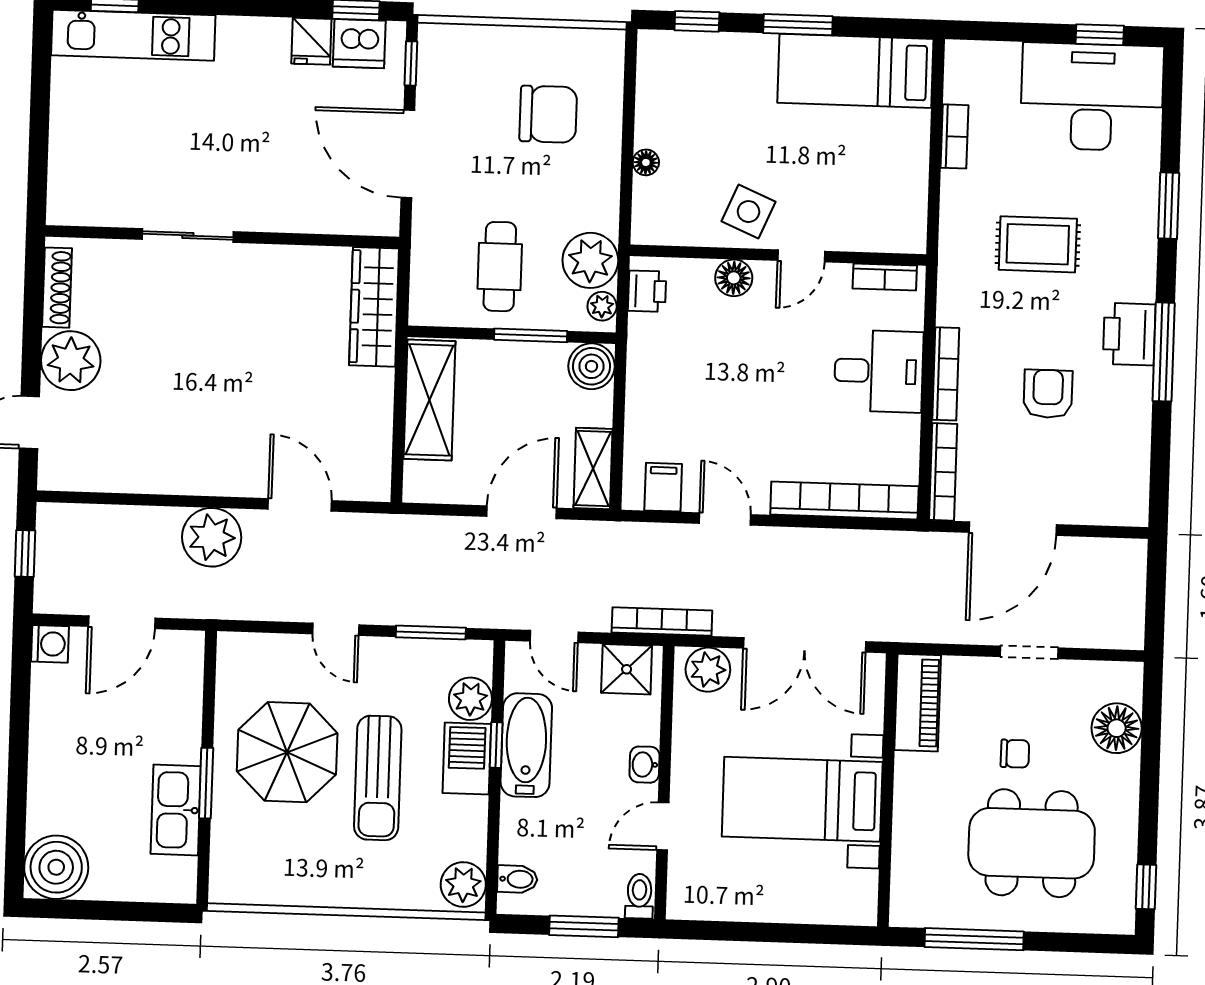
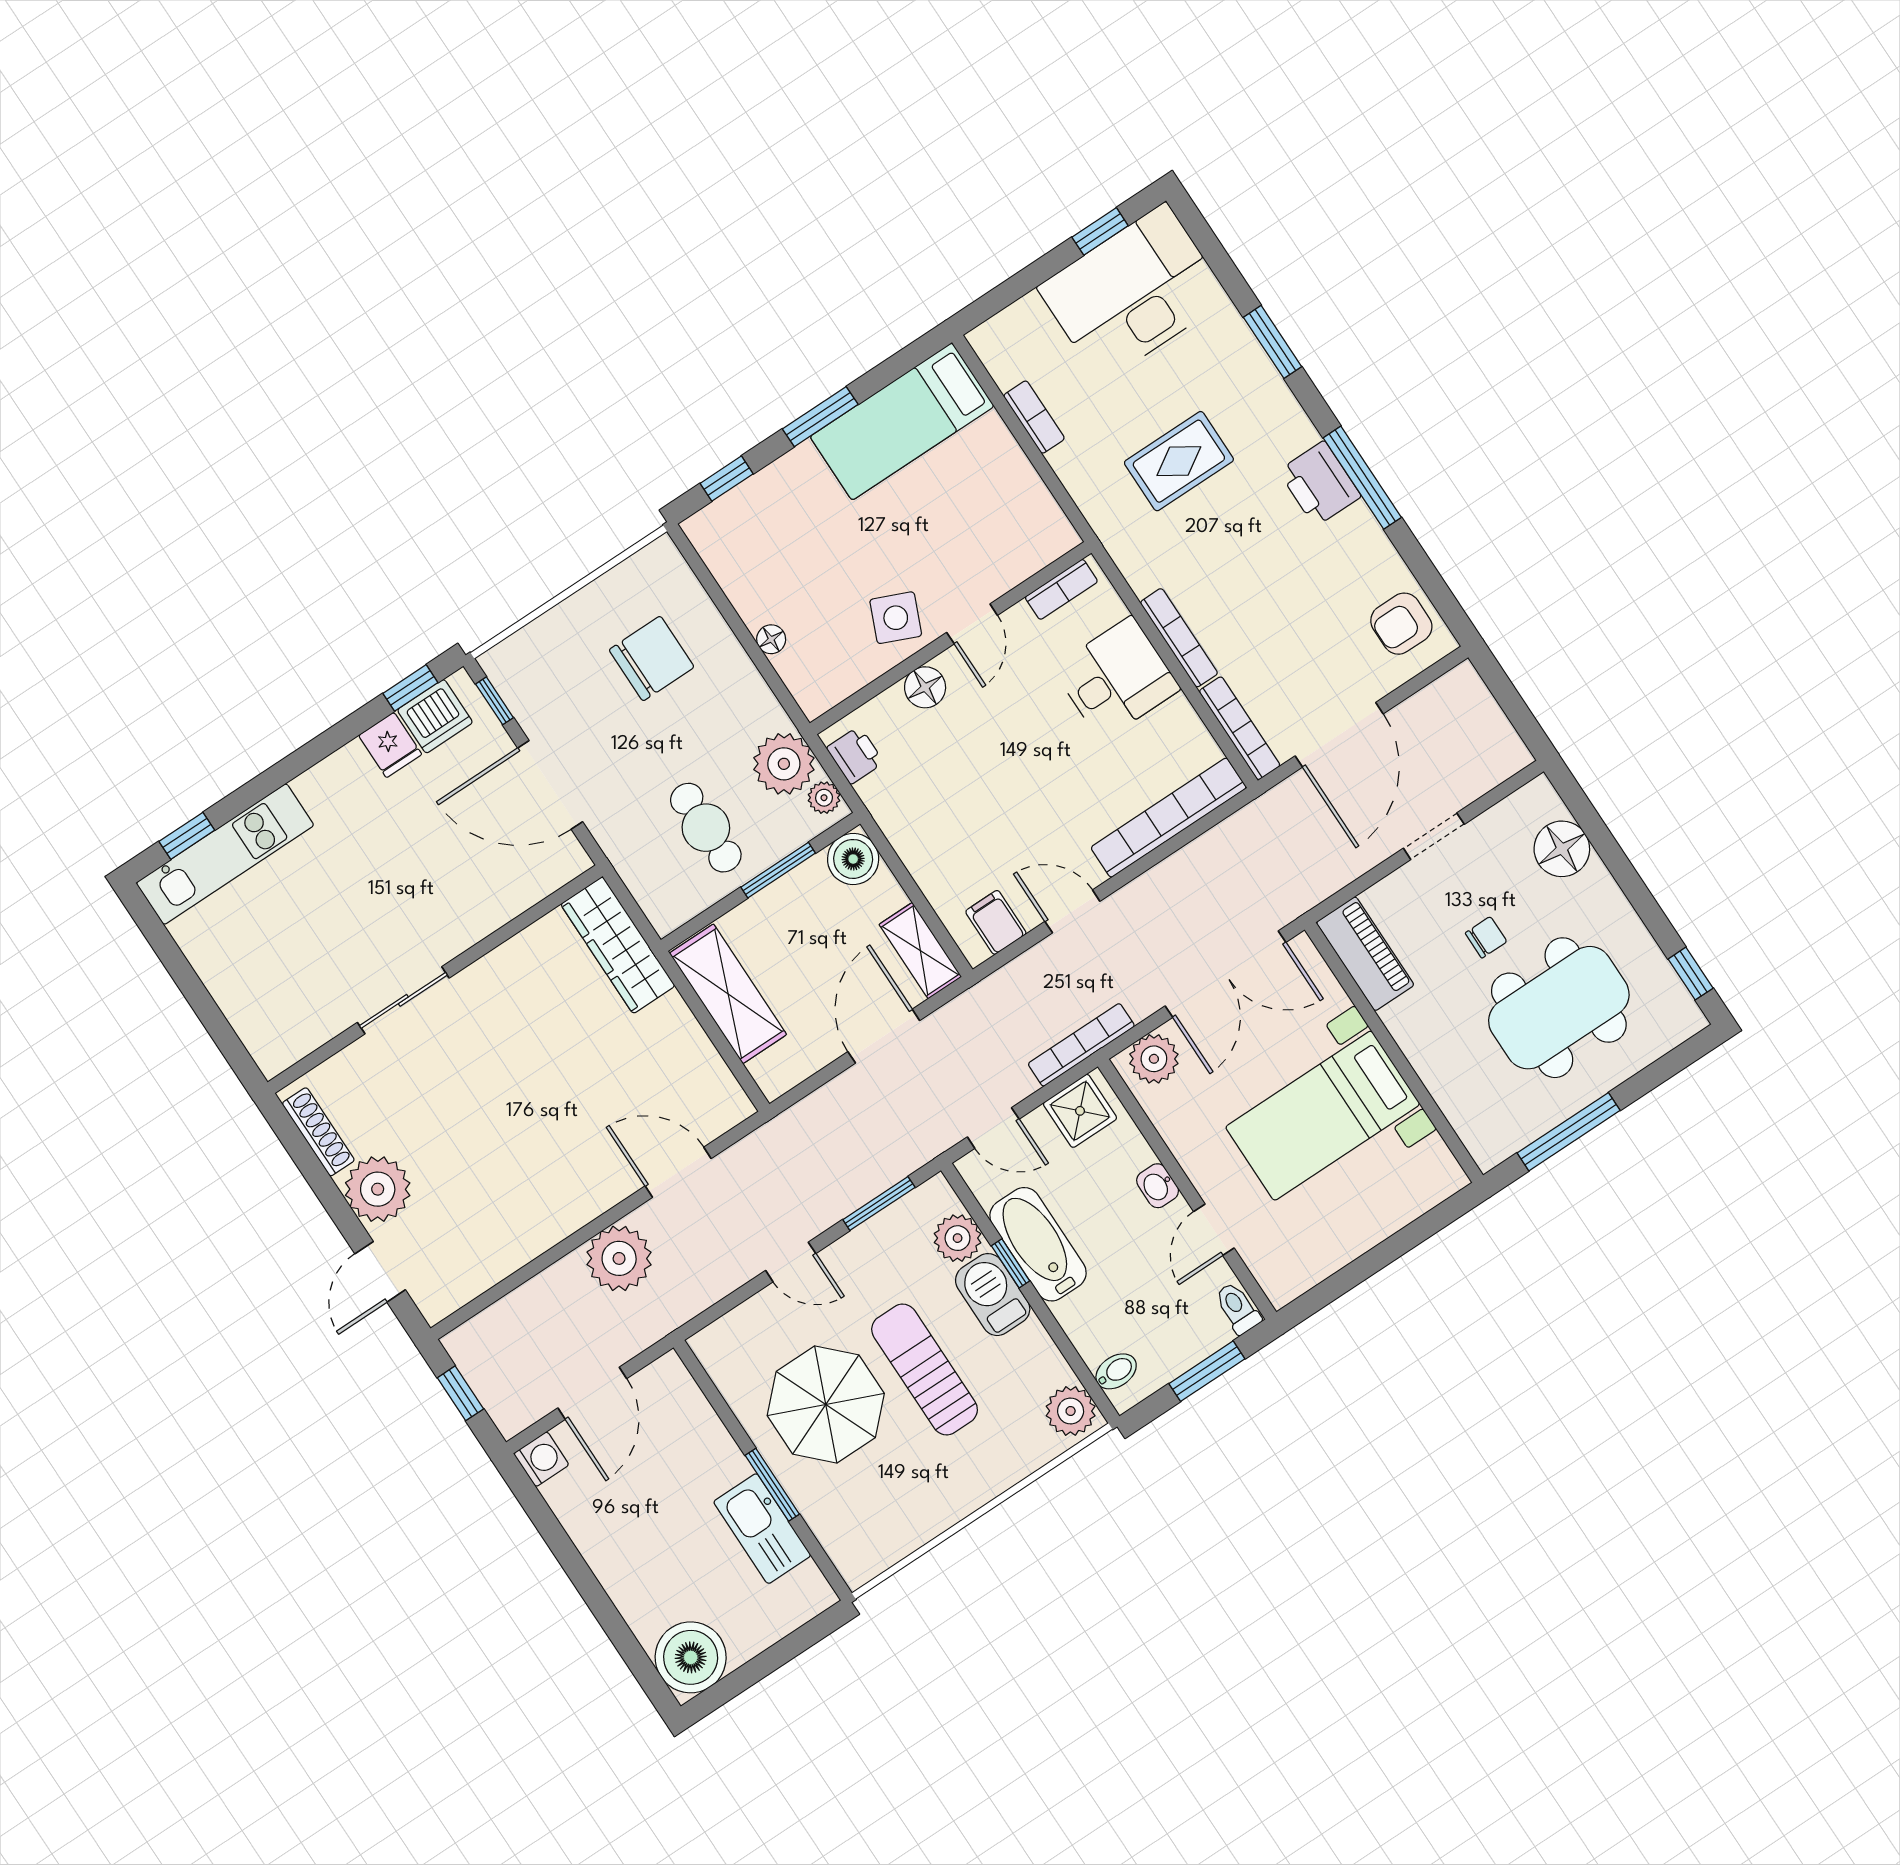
armchair: (1048, 394) -> (1401, 624), moved, turned -90
sun lounger: (378, 778) -> (925, 1369), turned 180

